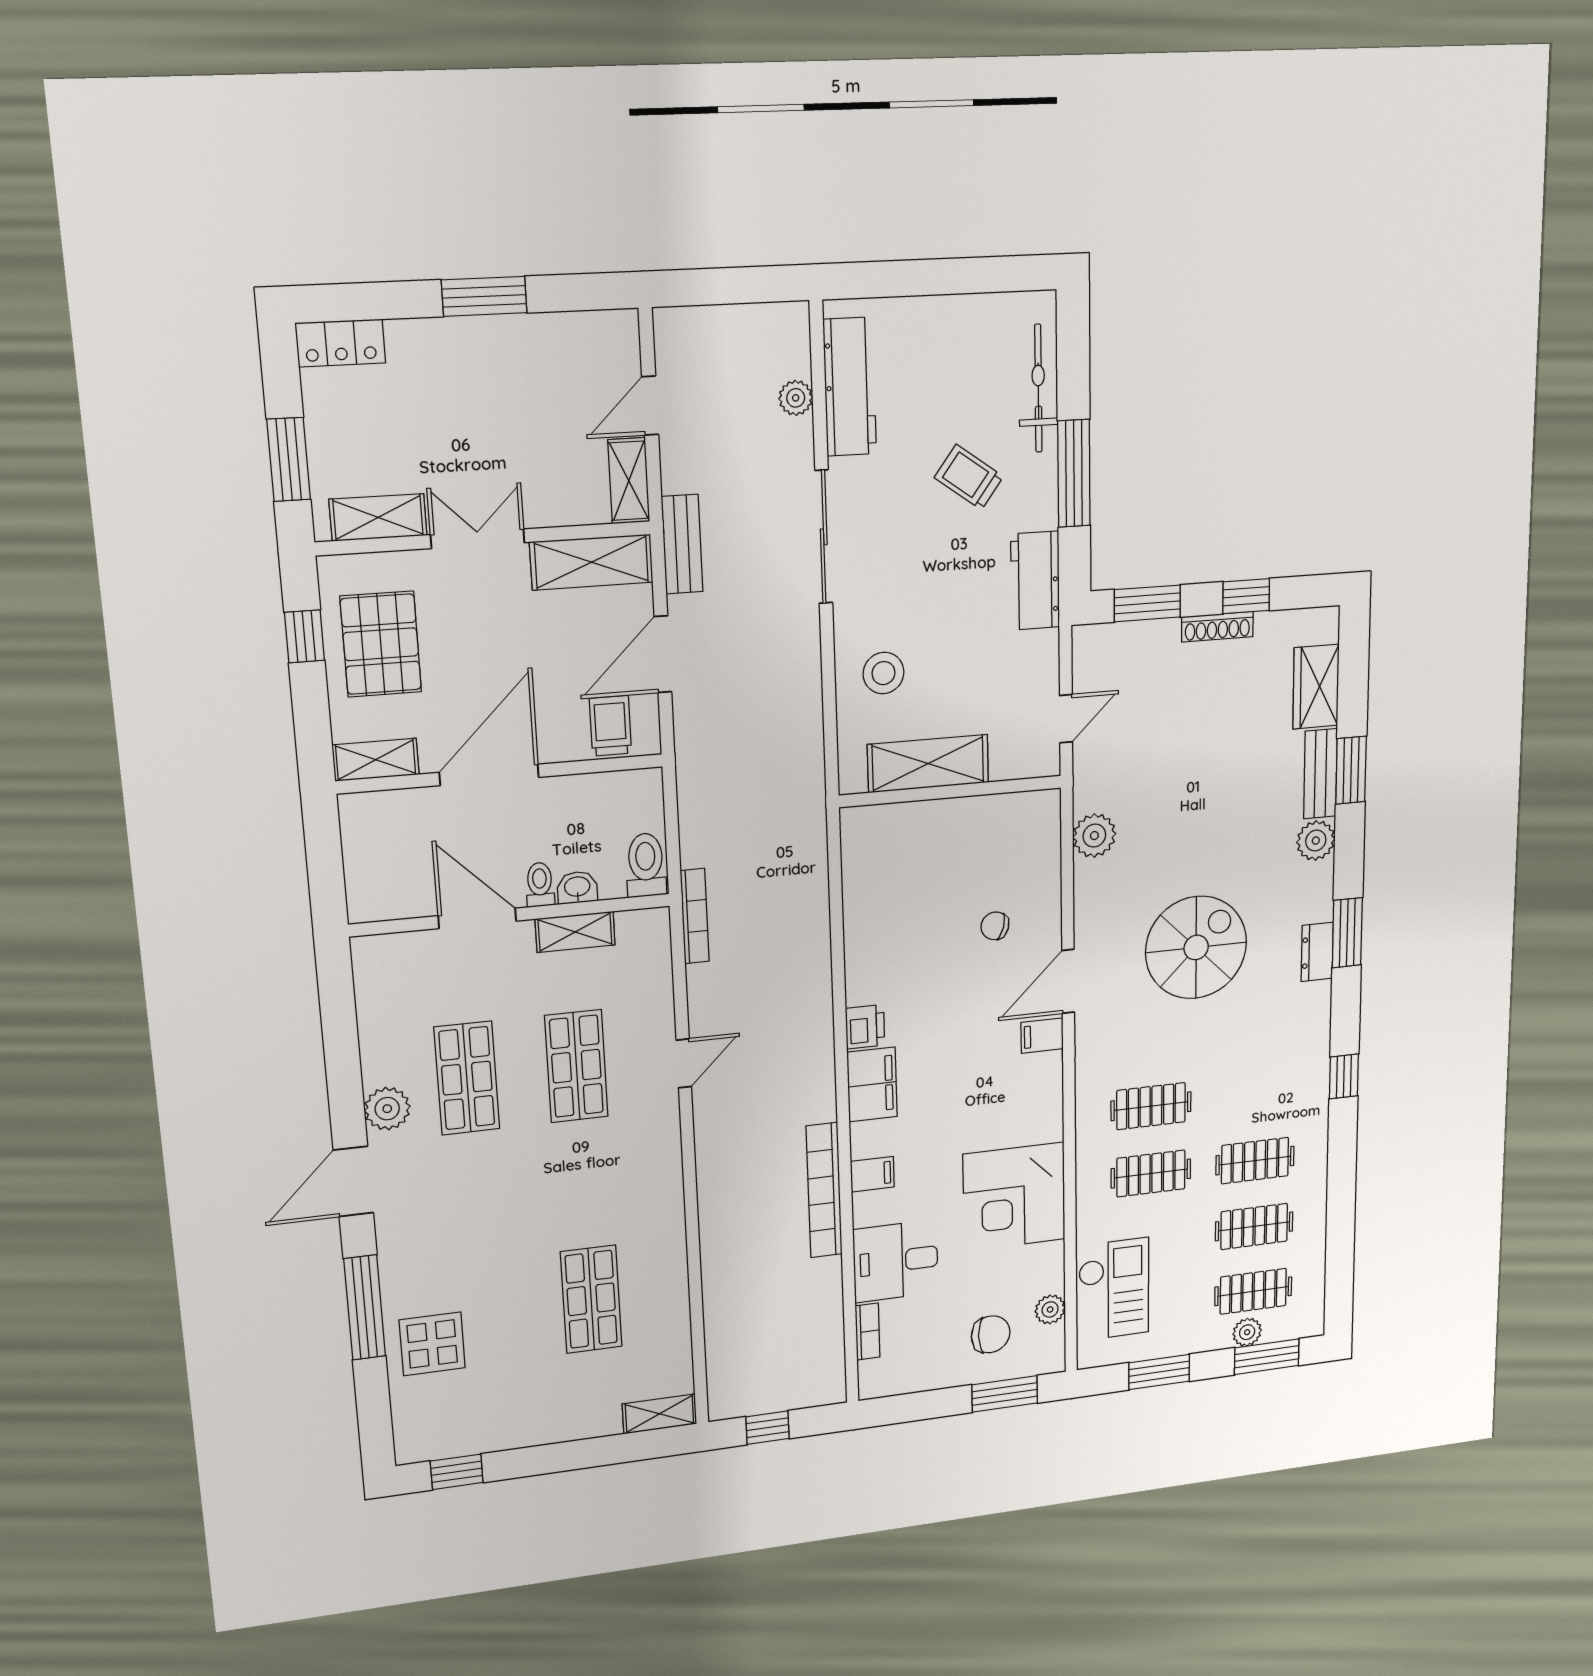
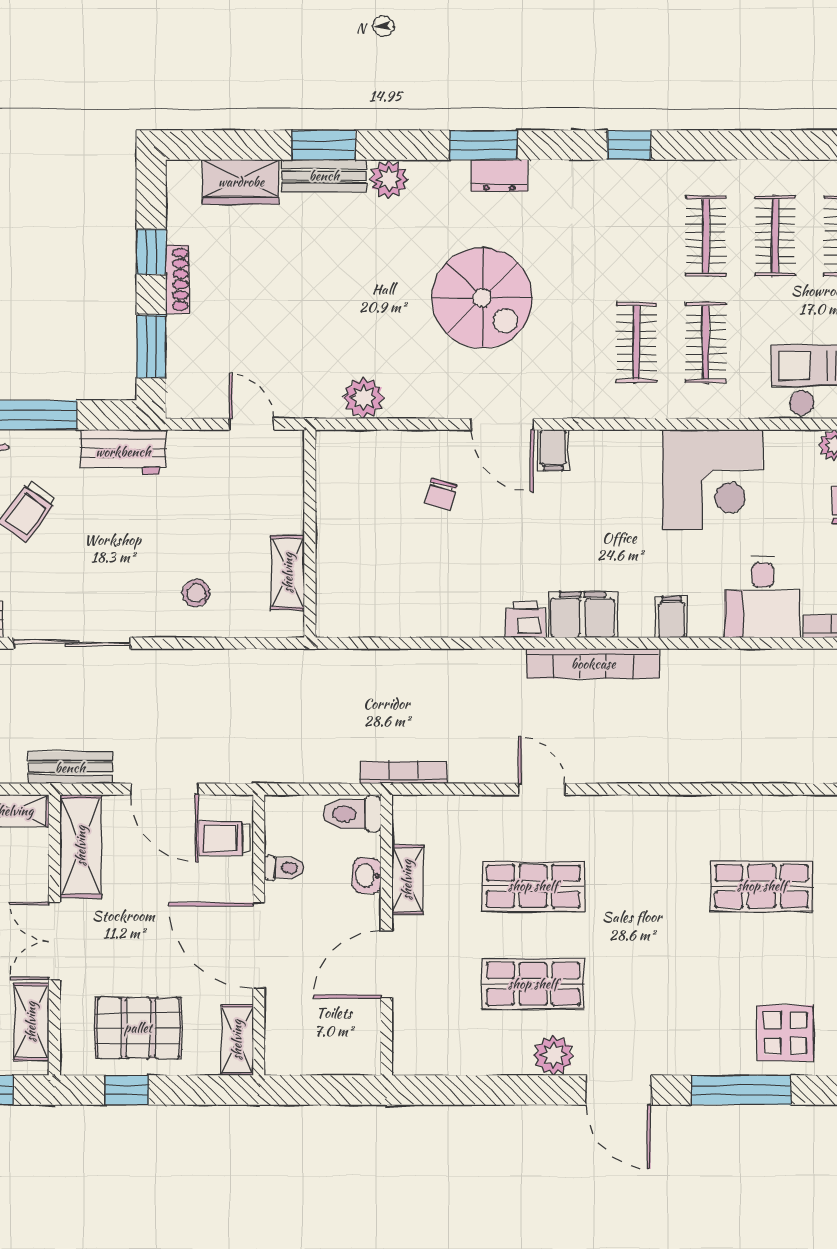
stool: (884, 673) -> (196, 593), width x0.73, depth x0.73
shelving: (928, 764) -> (288, 573), width x0.67, depth x0.75
toilet: (540, 885) -> (284, 868), moved, turned 180
spiral stairs: (1196, 947) -> (482, 298), turned 180
bookcase: (824, 1190) -> (593, 664), moved

